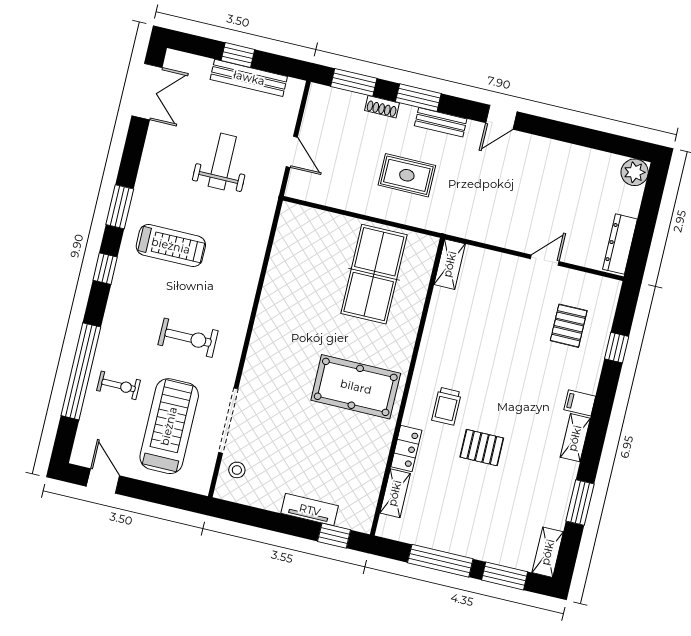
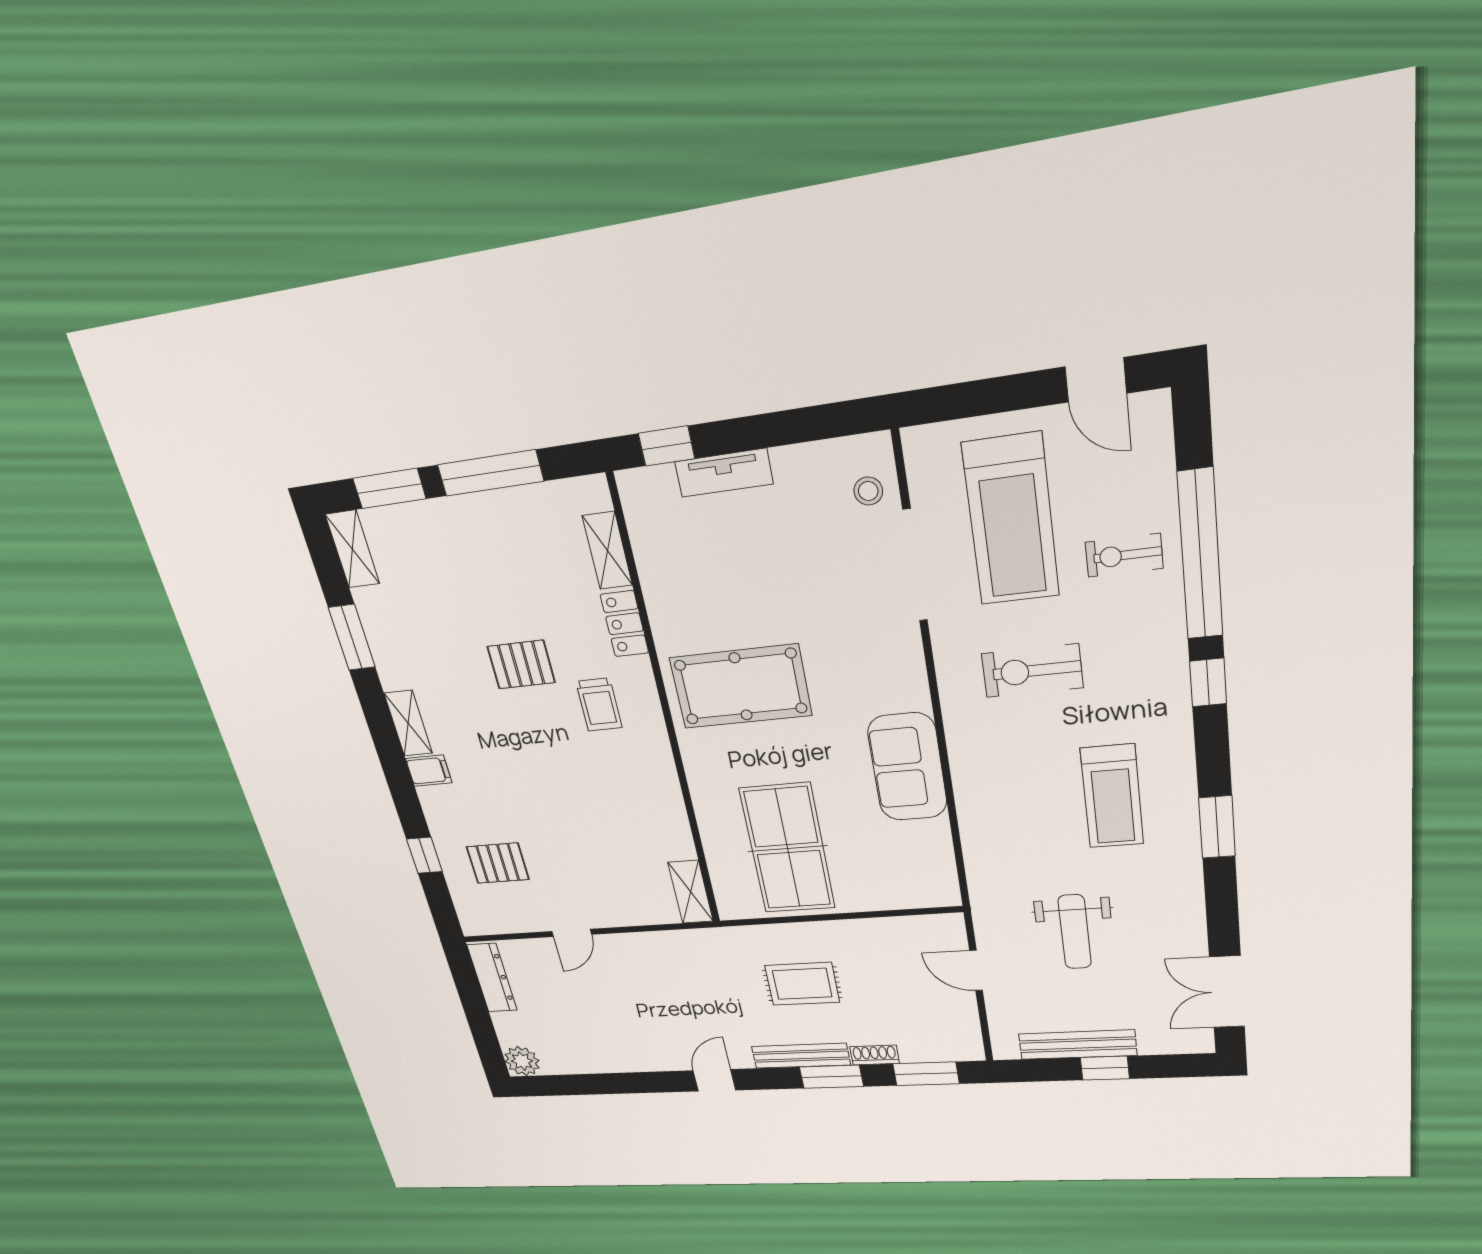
bench: (441, 122) -> (801, 1056), width x1.36
treadmill: (171, 246) -> (1112, 796), turned -90
window: (105, 269) -> (1208, 682), moved
sofa: (280, 303) -> (907, 767), added
pallet: (569, 326) -> (498, 863), turned 90
trolley: (446, 406) -> (599, 705), turned 180

